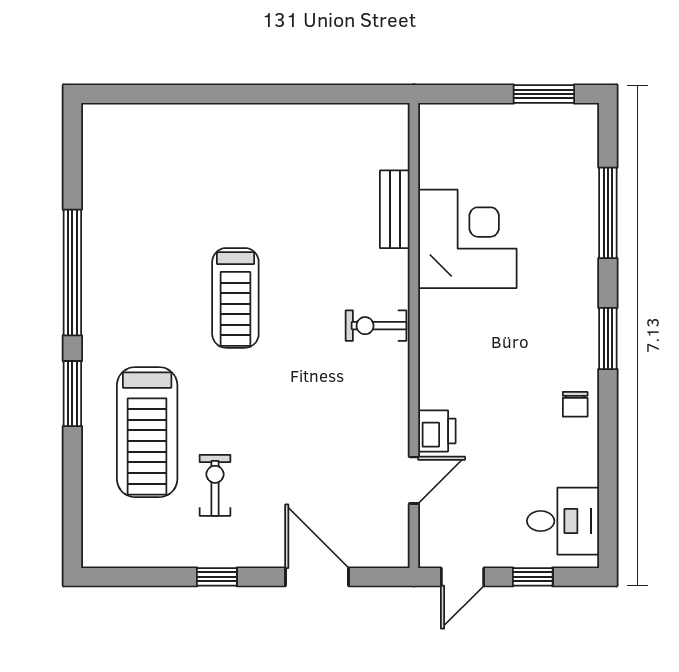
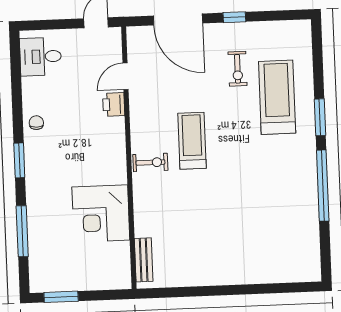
bench: (395, 209) -> (144, 260), moved
treadmill: (235, 298) -> (192, 141), moved
door: (317, 577) -> (178, 20), width x1.36
window: (533, 577) -> (56, 24), removed

